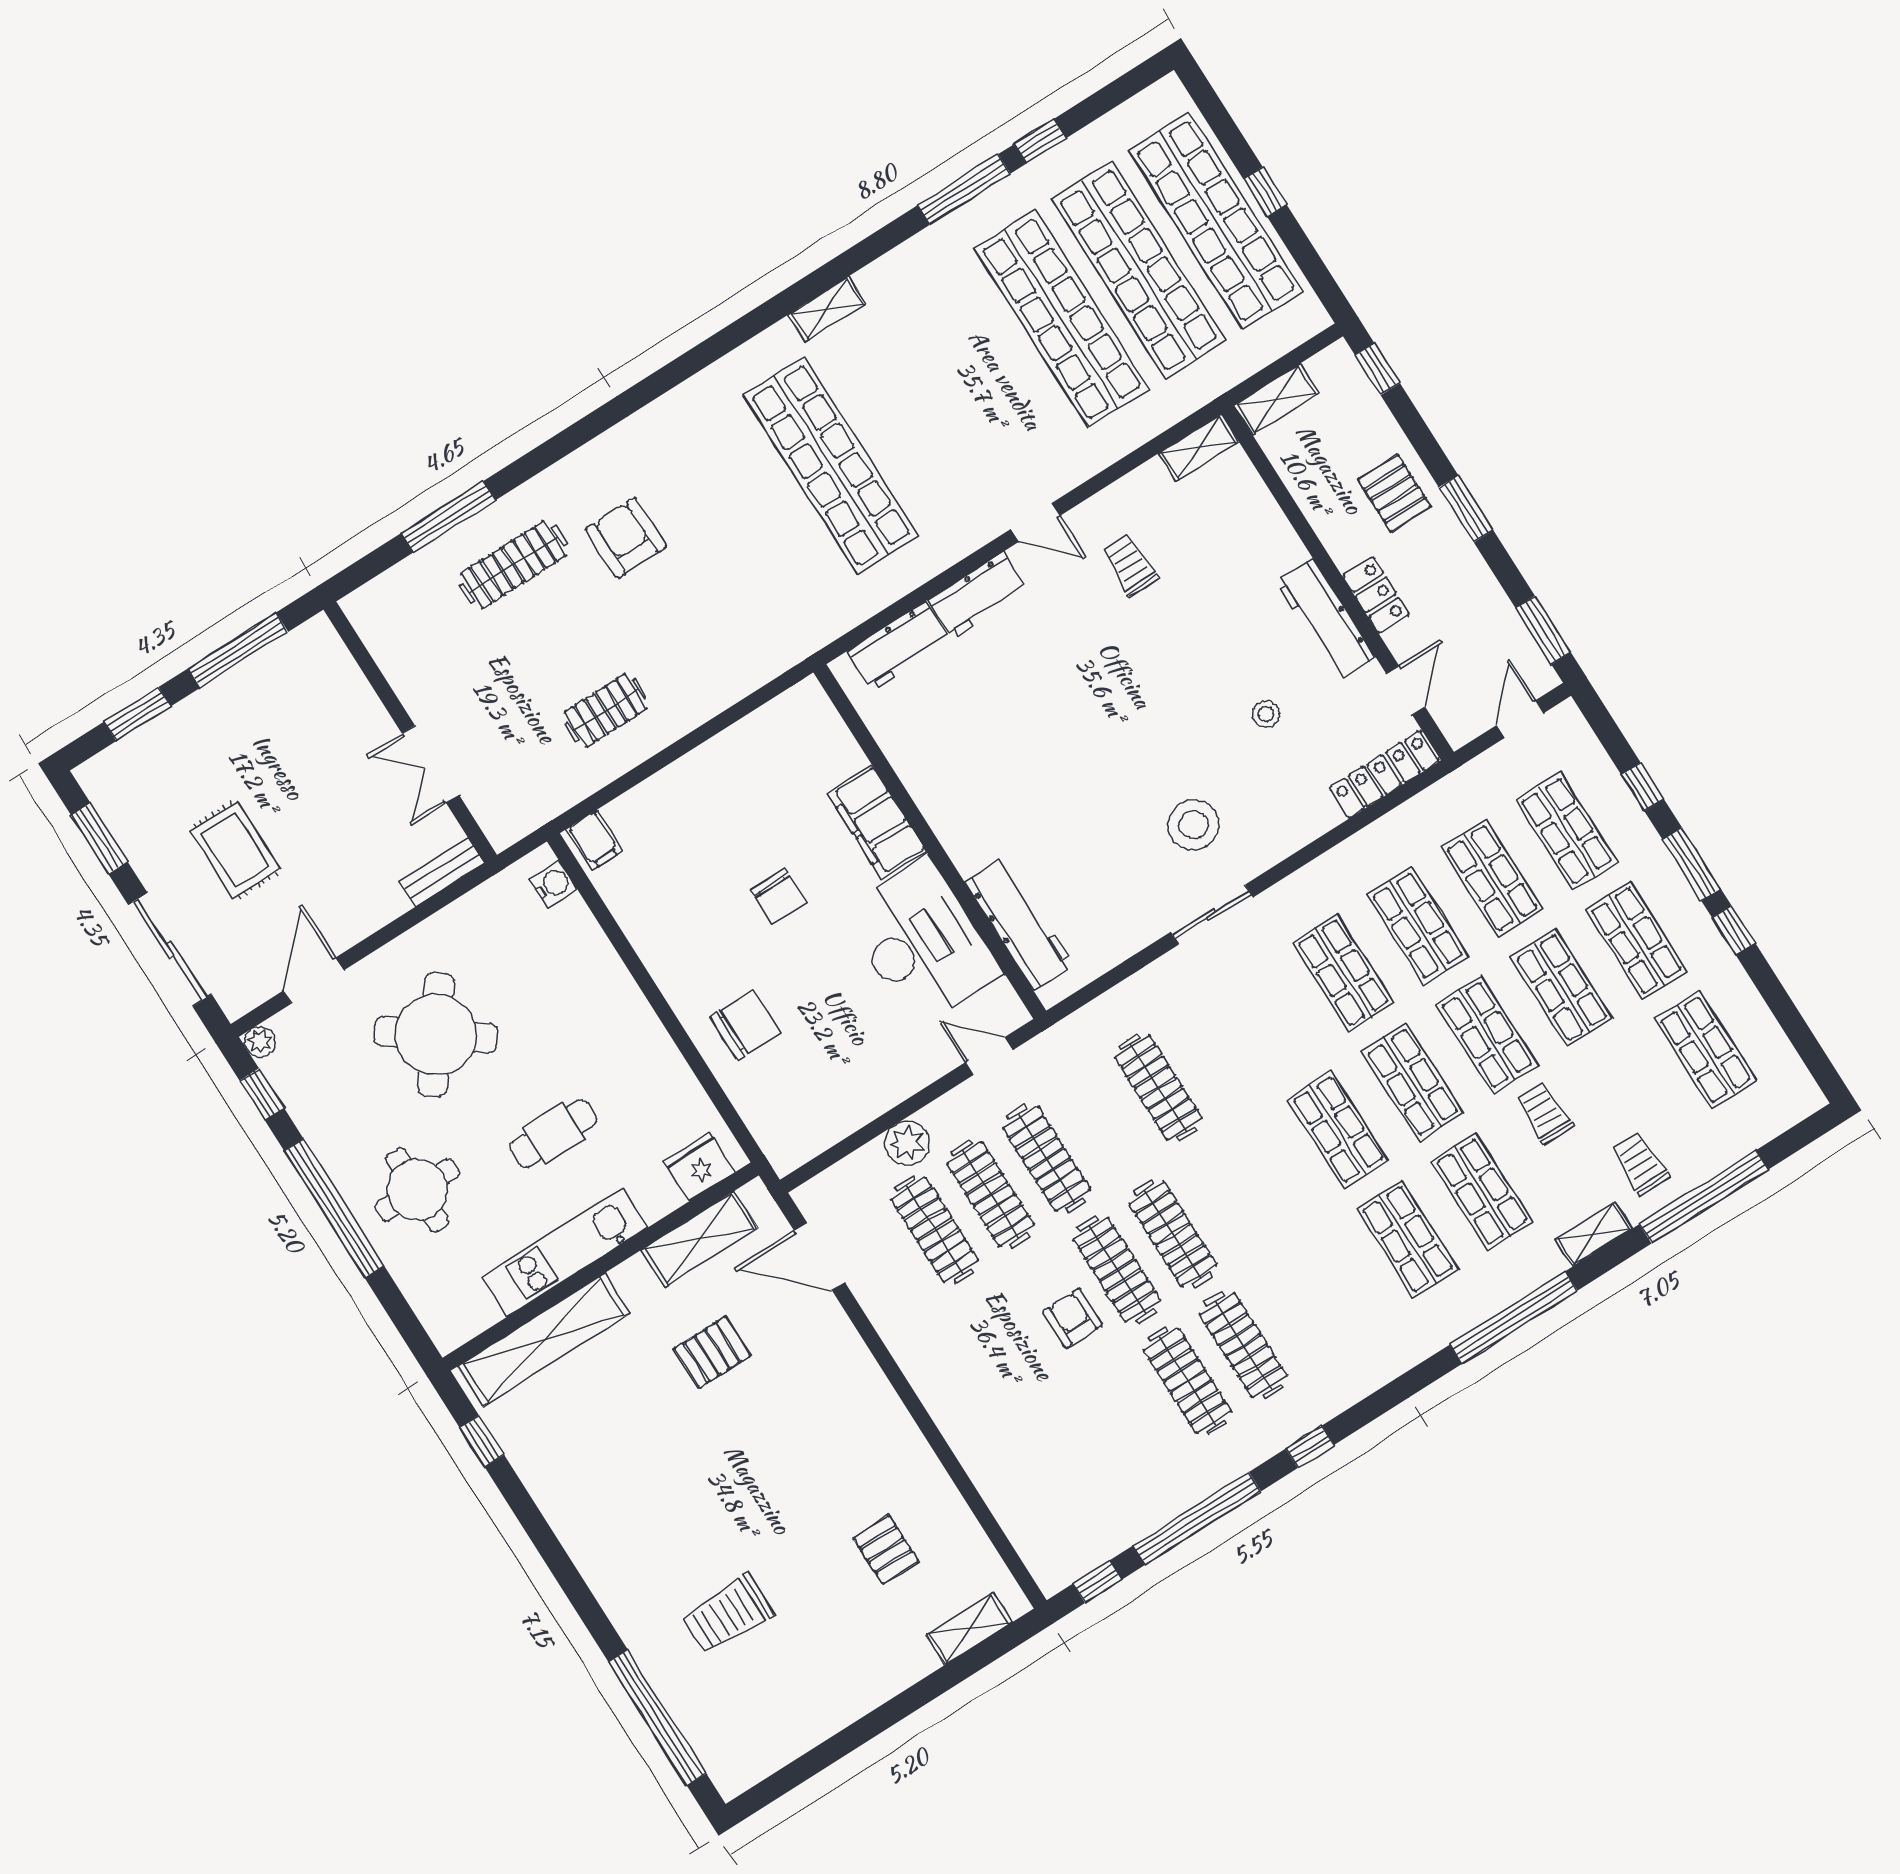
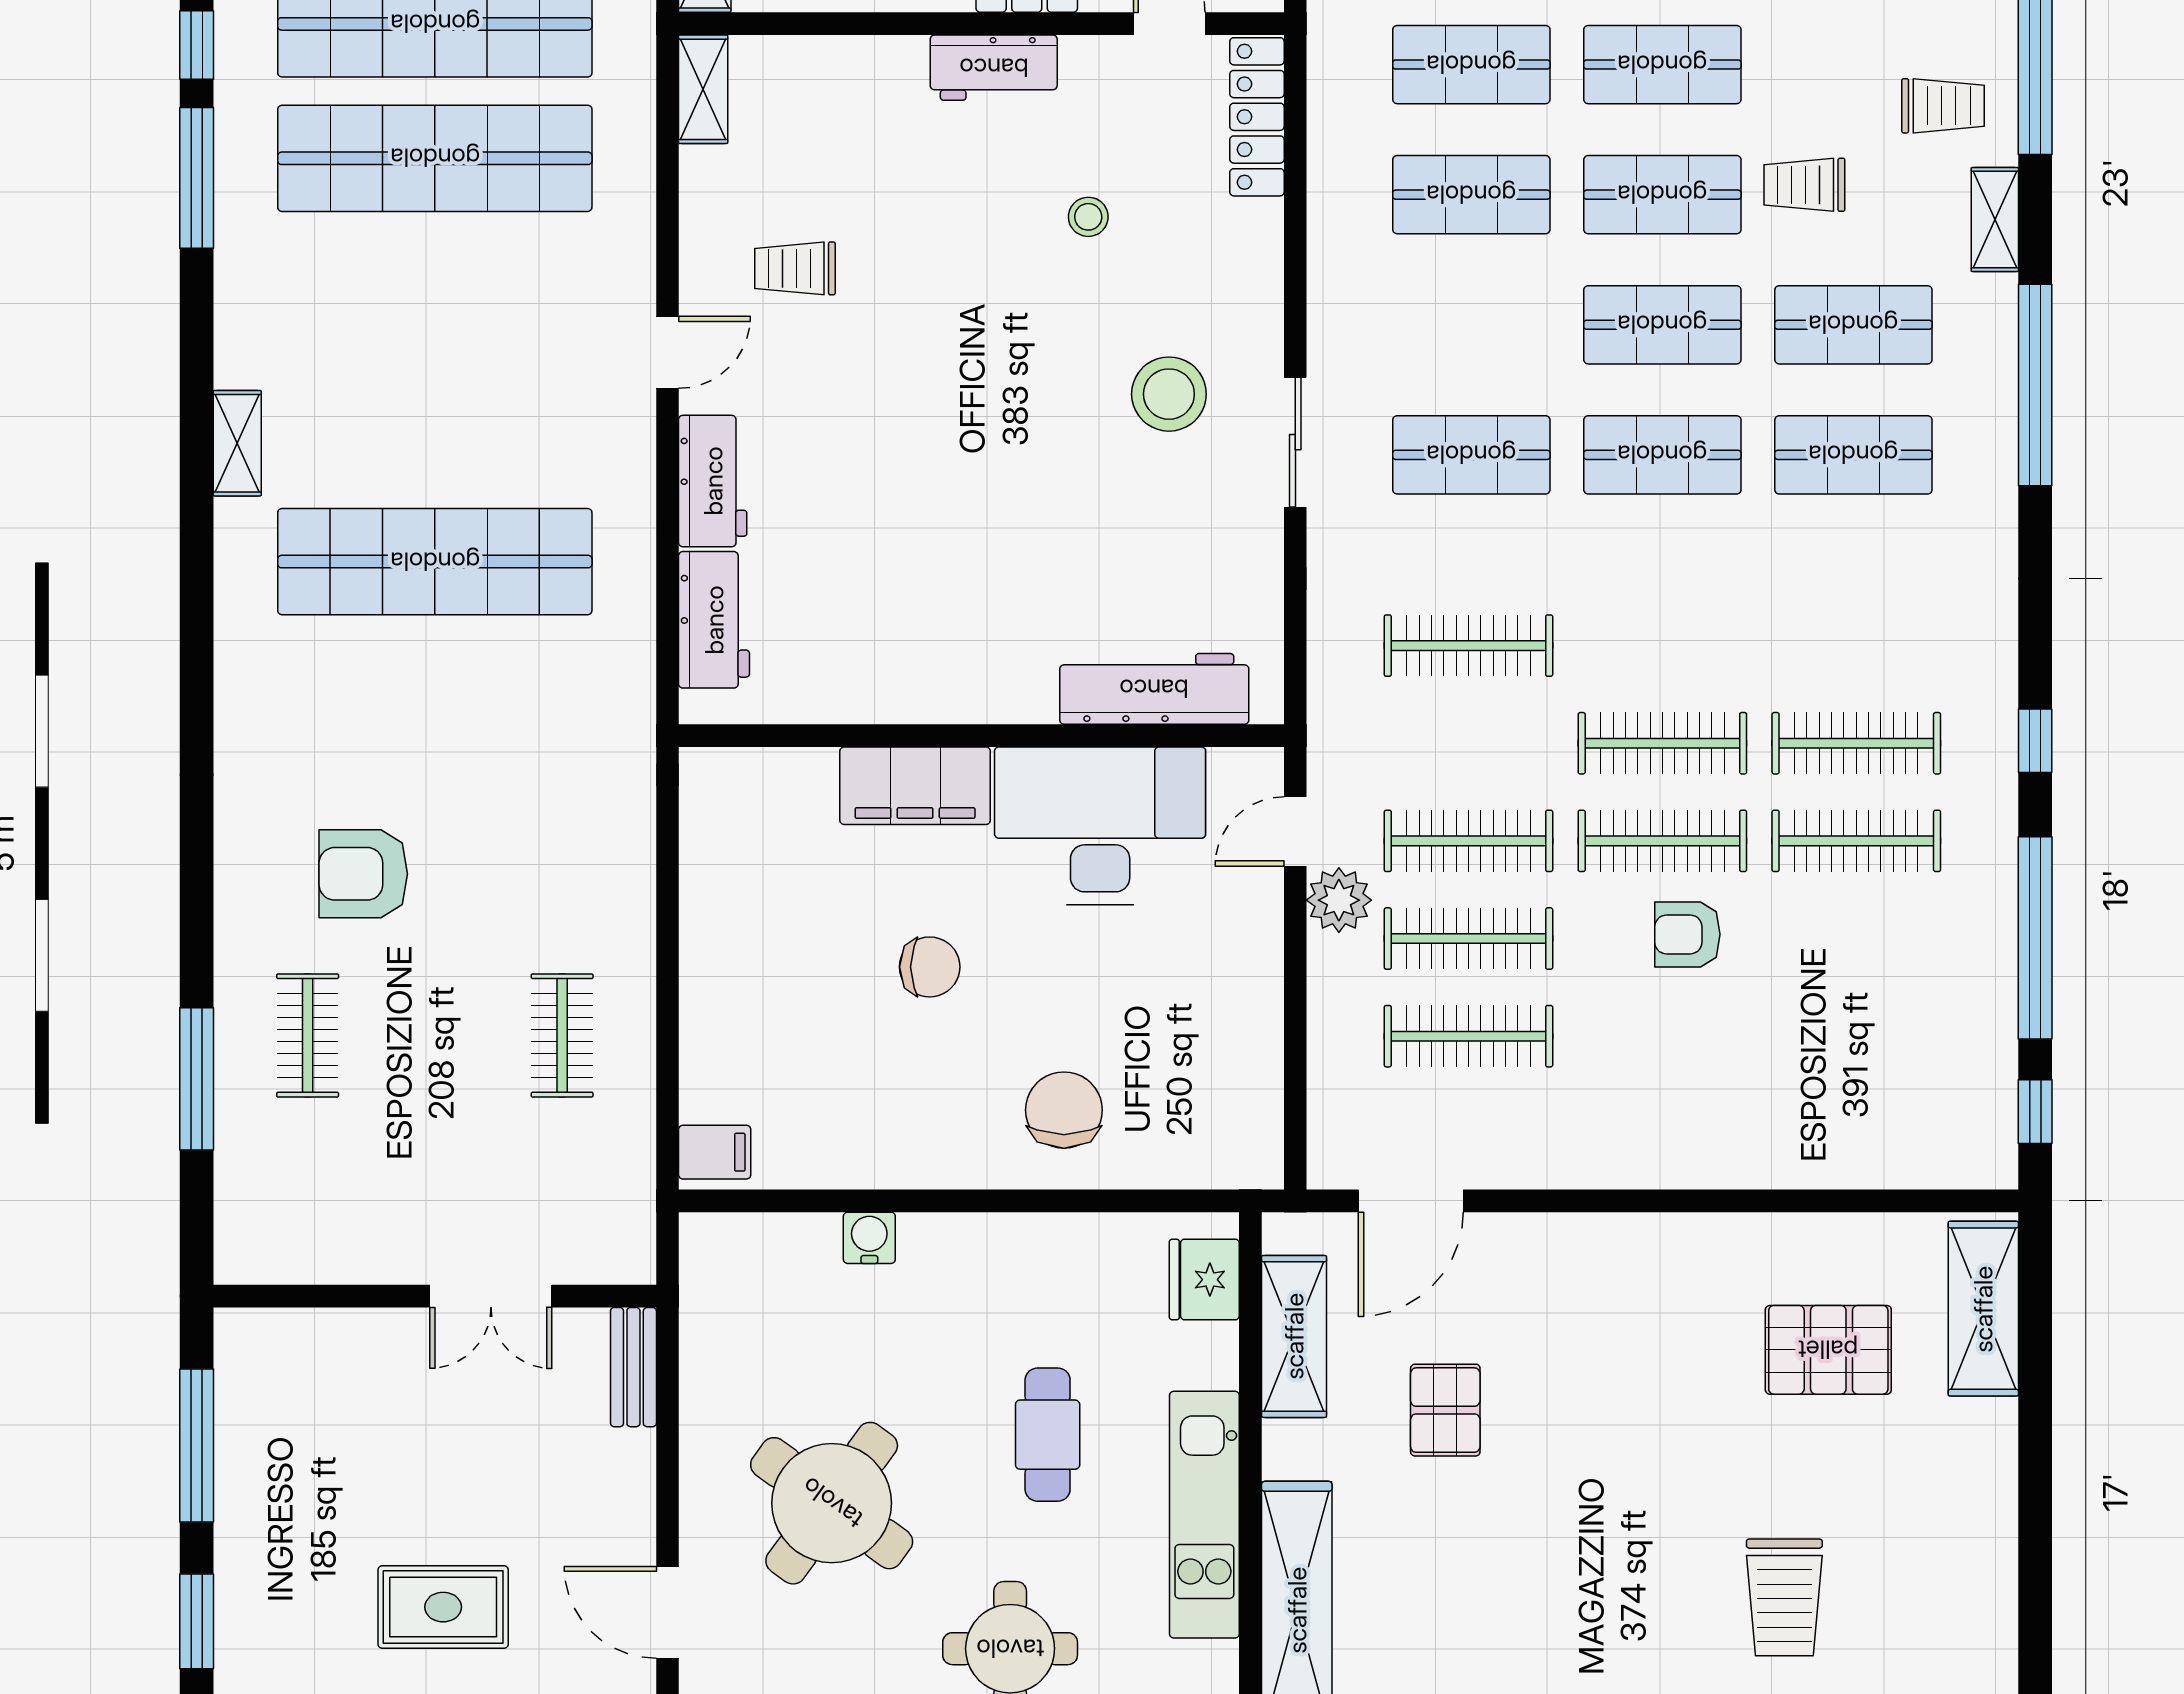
clothes rail: (513, 565) -> (308, 1035), width x0.73
workbench: (1325, 619) -> (994, 68), width x0.73
water cooler: (553, 884) -> (869, 1238), moved
shop shelf: (1343, 973) -> (1471, 455), moved
plant: (907, 1143) -> (1339, 900), moved
trolley: (1640, 1163) -> (1943, 106), turned 180
pallet: (886, 1550) -> (1828, 1350), width x1.50, depth x1.42
shelving: (969, 1629) -> (1983, 1309), width x1.50, depth x1.33

